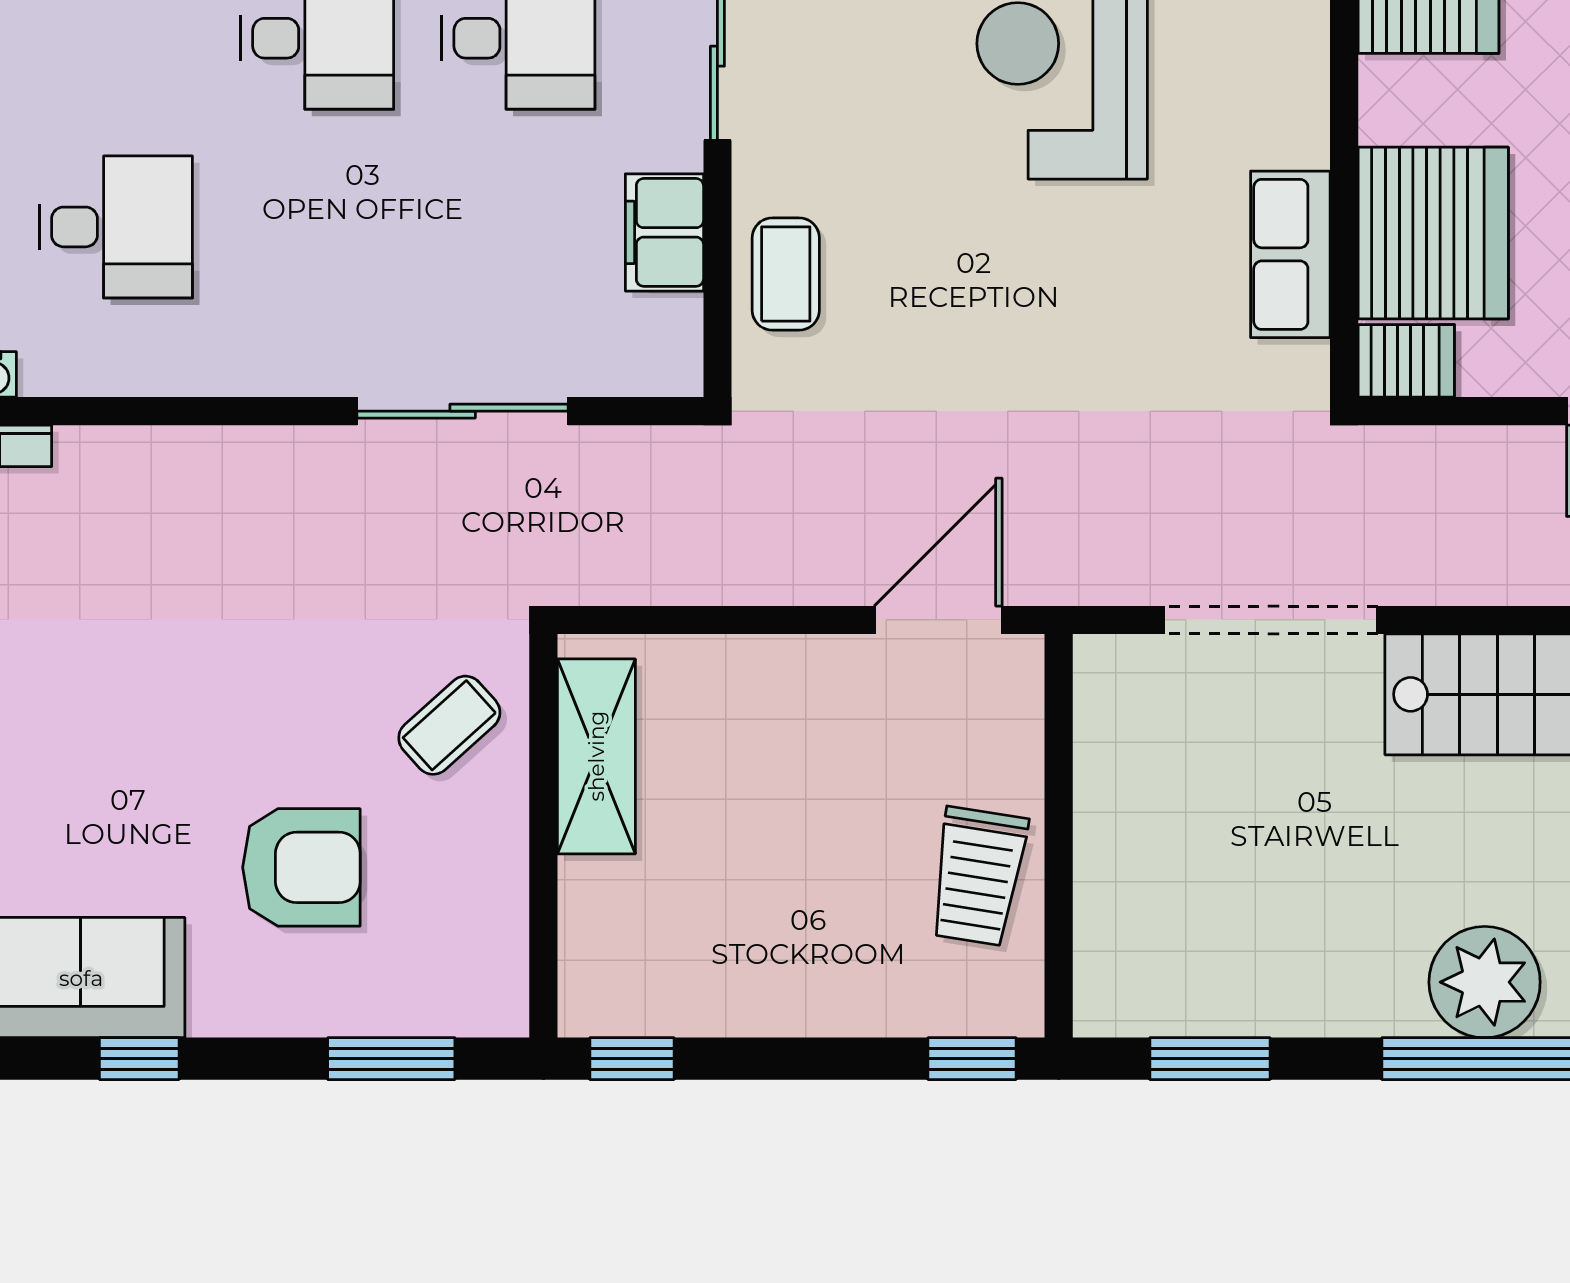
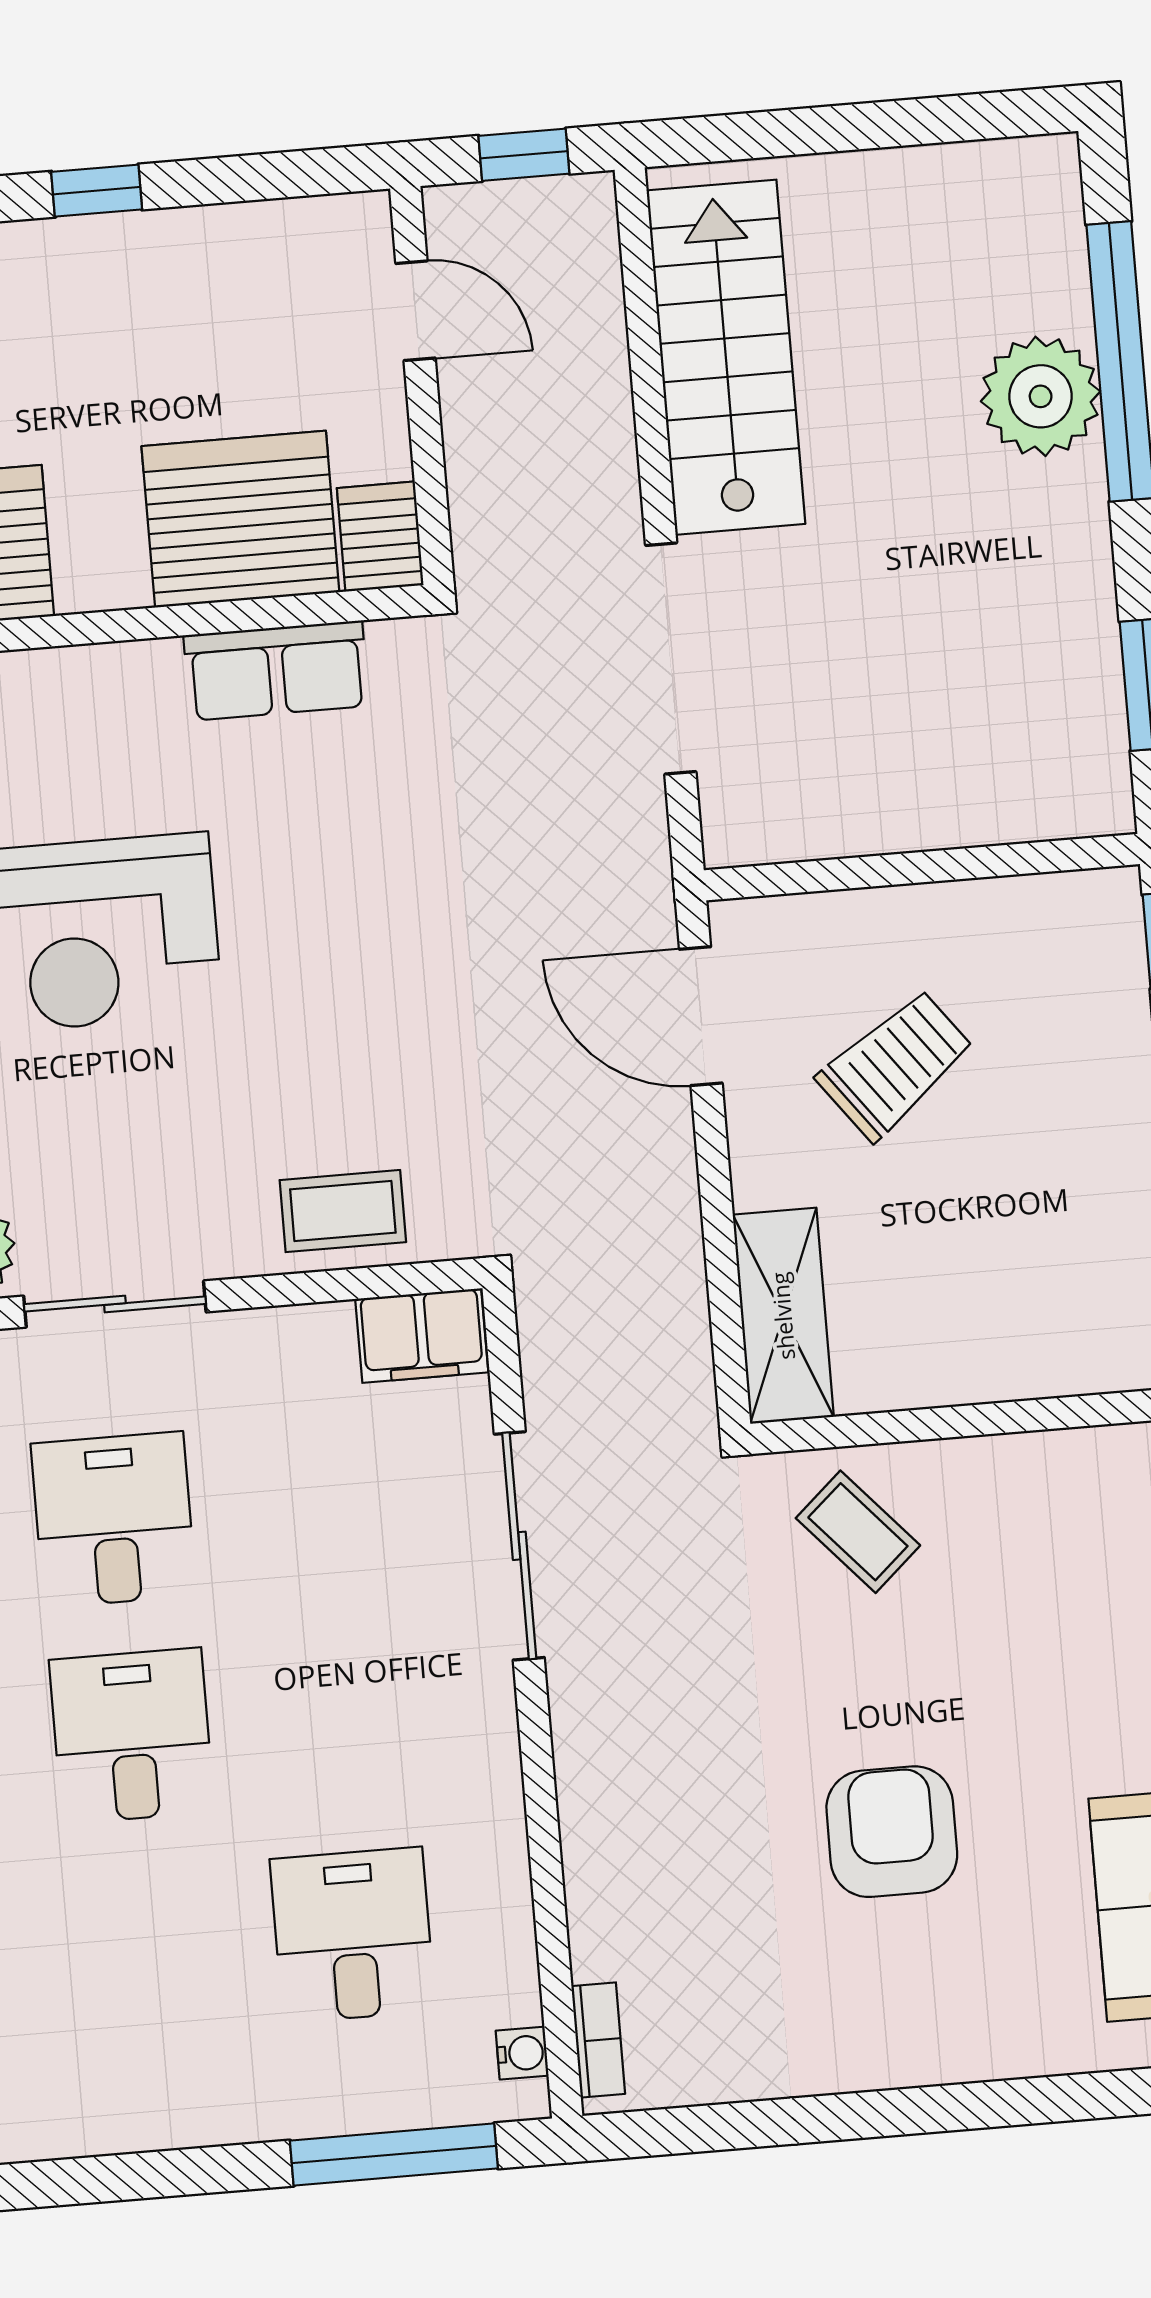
filing cabinet: (664, 232) -> (422, 1336), moved
shelving: (596, 756) -> (783, 1316), moved, turned 90
armchair: (301, 867) -> (892, 1832), moved
trolley: (978, 876) -> (895, 1065), moved, turned -46

